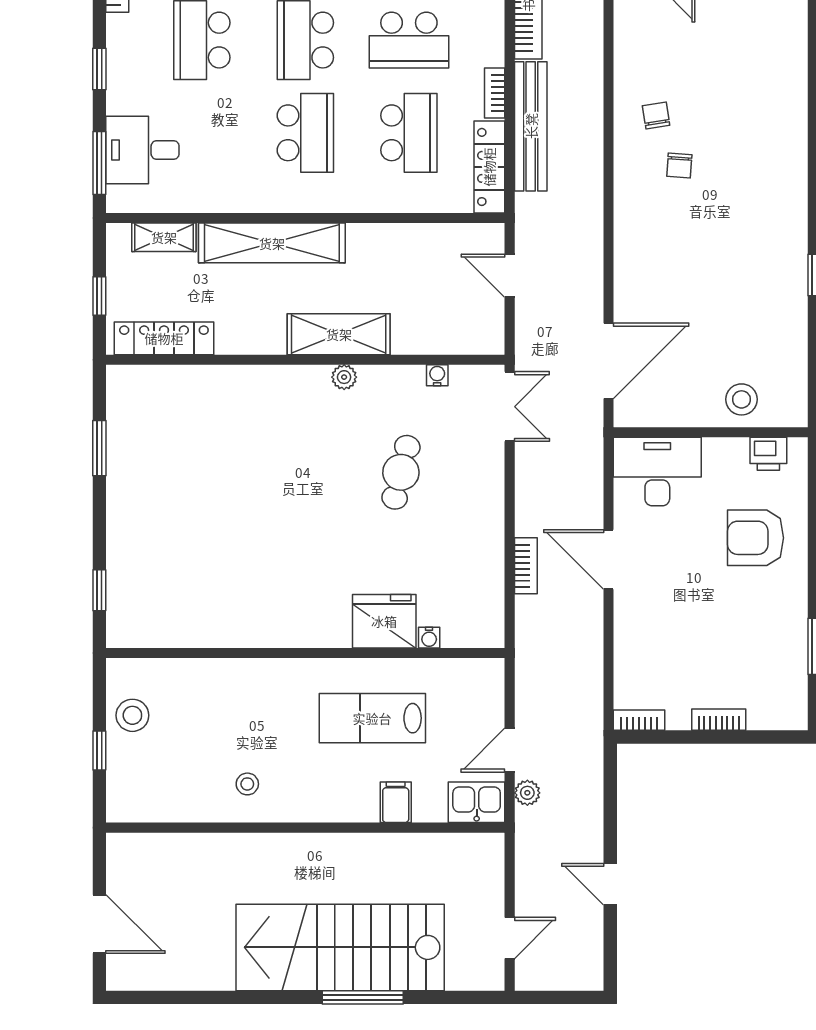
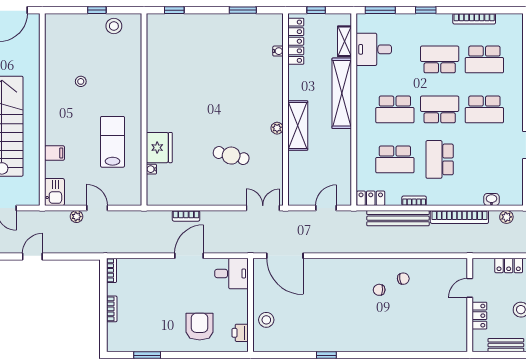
desk: (142, 150) -> (374, 49), moved, turned -90
locker: (489, 167) -> (371, 198), width x0.66
water cooler: (437, 375) -> (278, 51), moved
double door: (510, 407) -> (263, 208), swing flipped
desk: (657, 472) -> (231, 273), width x0.73
filing cabinet: (396, 802) -> (54, 153), moved
kitchen sink: (477, 802) -> (54, 192), moved
wall: (305, 828) -> (42, 109), moved

